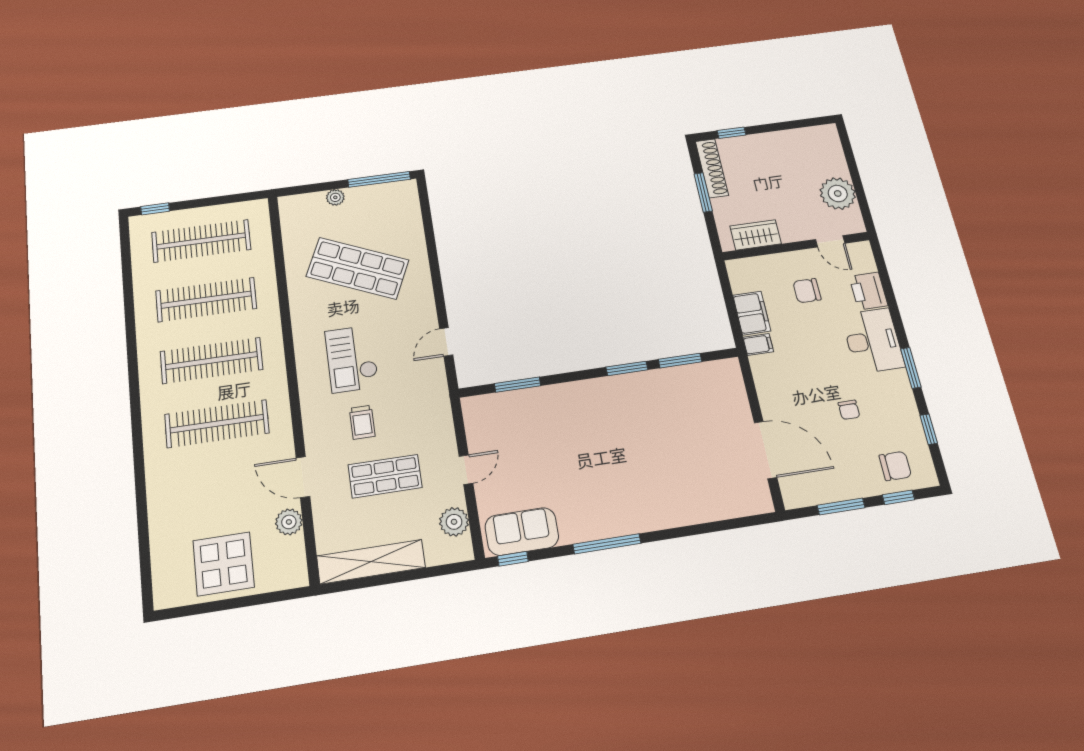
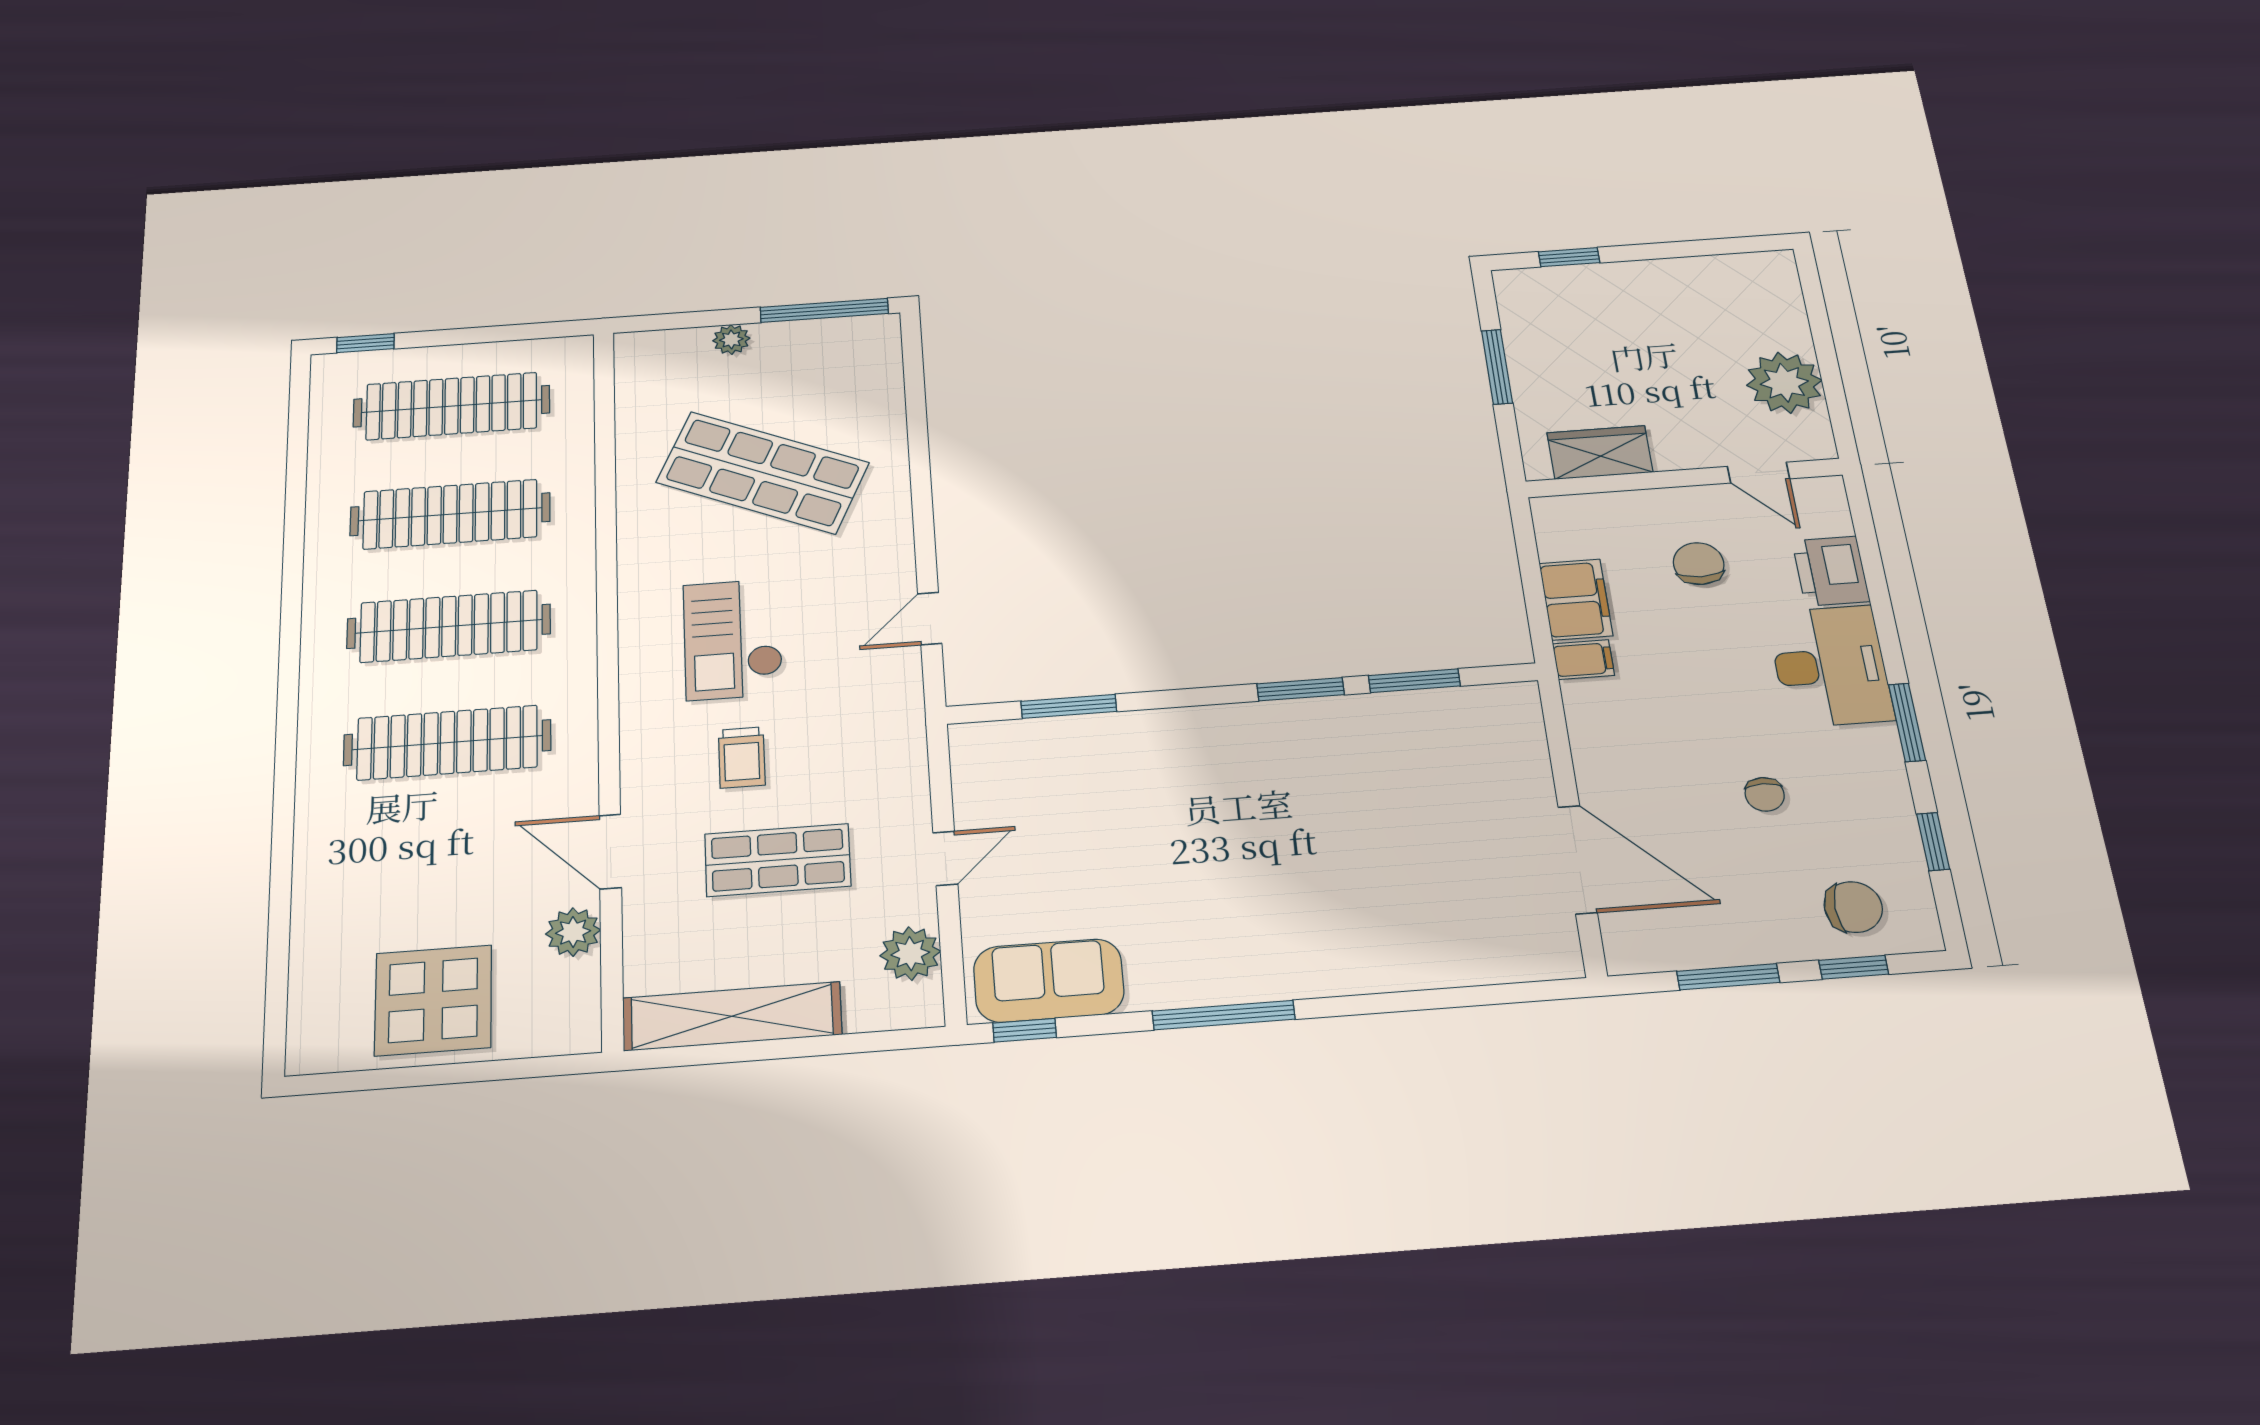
shoe rack: (712, 168) -> (1520, 322), removed
chair: (807, 291) -> (1699, 564), turned 90

